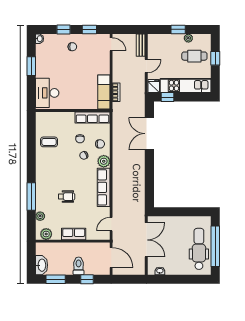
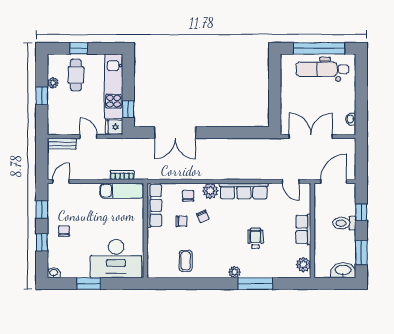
desk: (47, 93) -> (116, 259), width x1.36, depth x1.30
plant: (40, 216) -> (235, 272), moved

